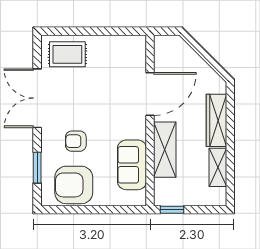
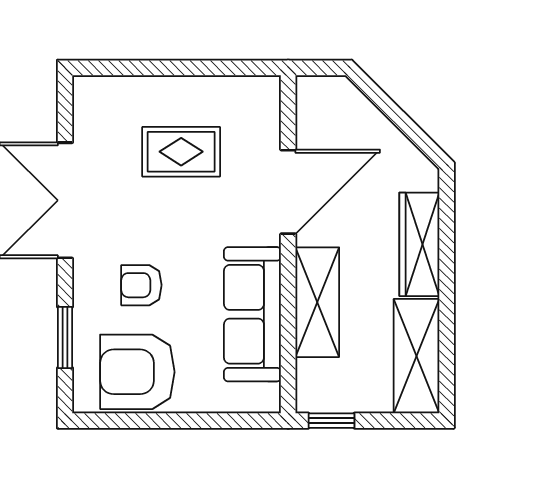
rug: (67, 54) -> (181, 152), moved
sofa: (132, 165) -> (252, 314), width x1.36
shelving: (218, 167) -> (416, 356), width x1.50, depth x1.33

